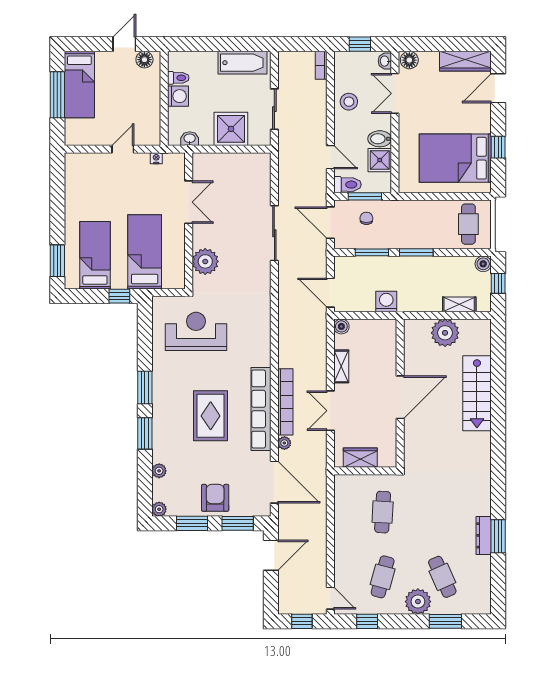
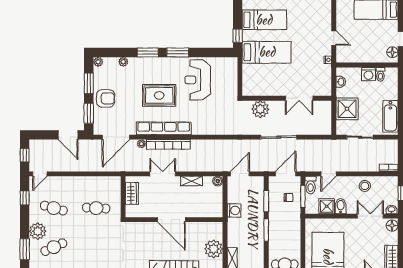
double door: (189, 202) -> (299, 98), moved
wall: (189, 221) -> (287, 98), moved
plant: (205, 261) -> (260, 109), moved
reception desk: (196, 331) -> (198, 80), moved, turned 180

